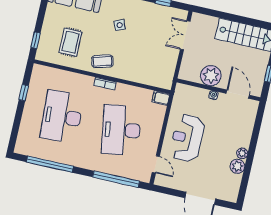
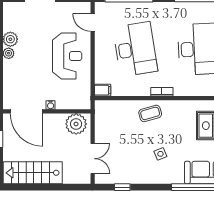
coffee table: (102, 61) -> (150, 113), moved
plant: (211, 76) -> (76, 124), moved
door: (238, 94) -> (27, 111), width x1.36

